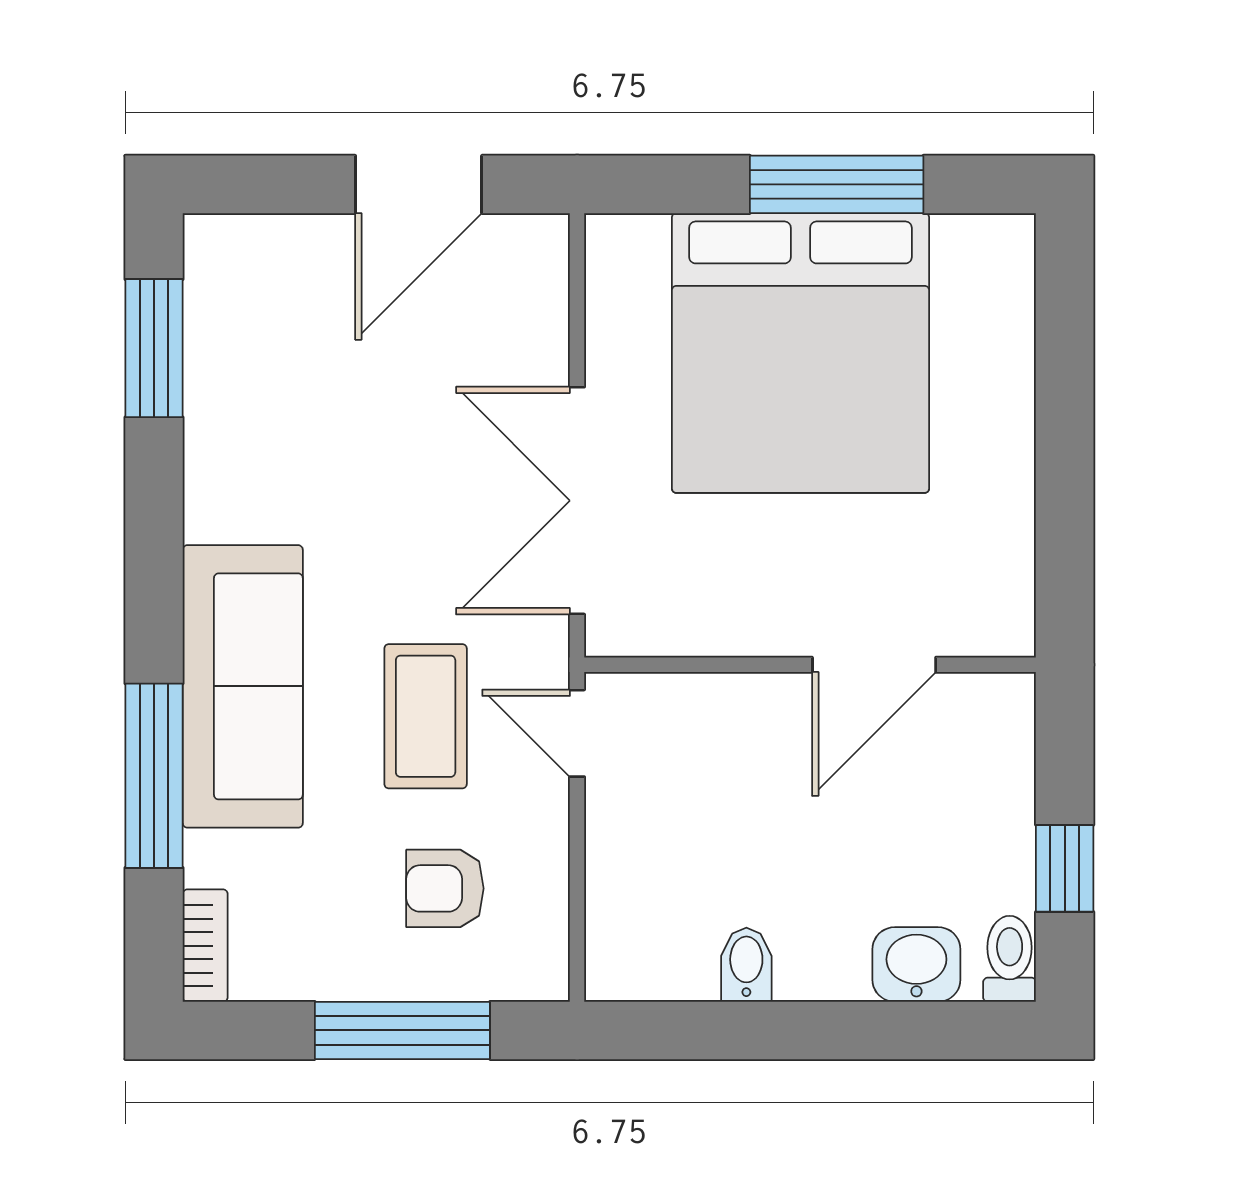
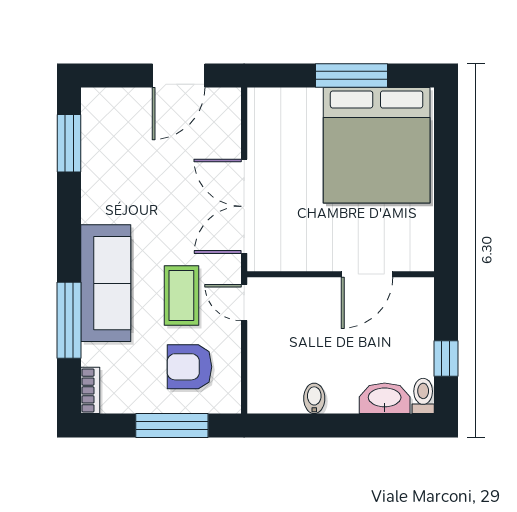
bed: (800, 353) -> (377, 145), moved
armchair: (445, 888) -> (189, 367), width x1.38, depth x1.38
washbasin: (916, 964) -> (385, 398), width x1.38

